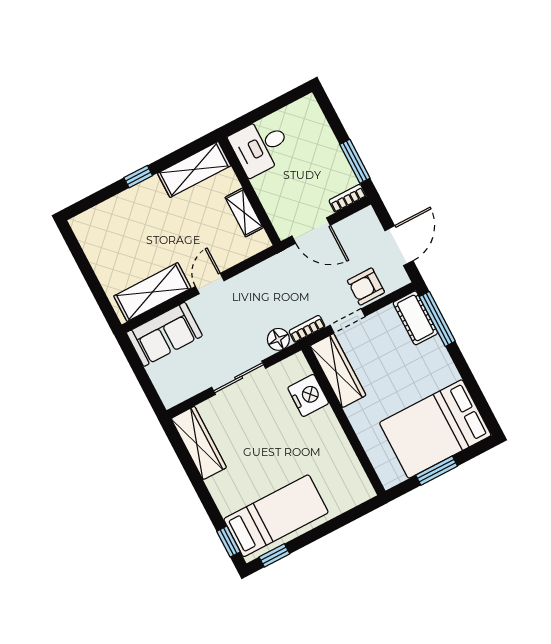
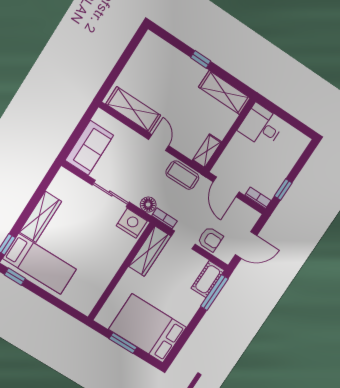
window: (355, 161) -> (283, 189), width x0.67
shelving: (244, 212) -> (207, 151), moved
coffee table: (266, 277) -> (182, 175), added
door: (210, 284) -> (159, 143), hinge flipped
armchair: (366, 286) -> (210, 239), turned 180
sofa: (164, 334) -> (89, 148), moved, turned -90
nightstand: (308, 395) -> (132, 223), moved, turned -90
wardrobe: (199, 443) -> (40, 217), moved

